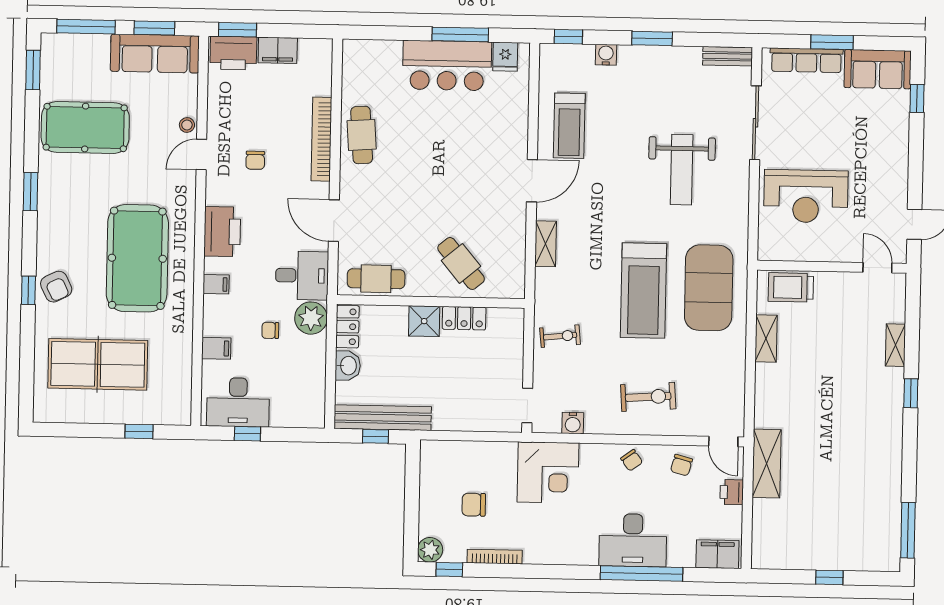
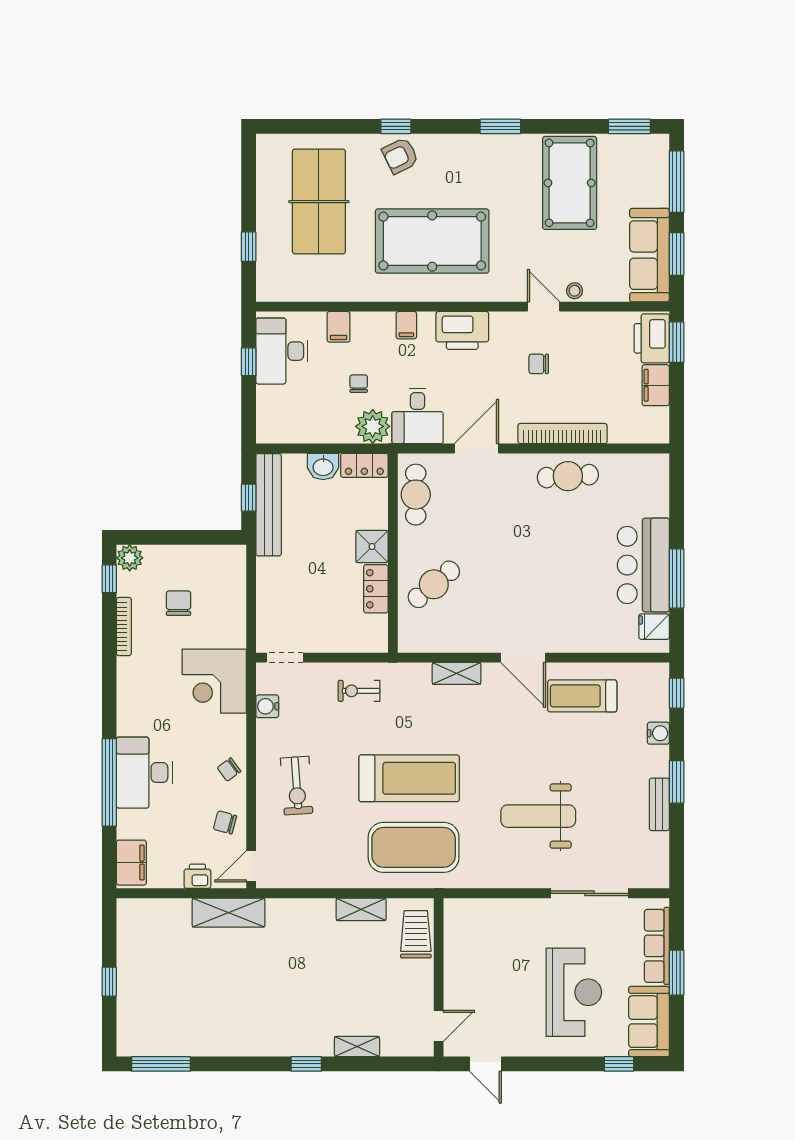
bench: (728, 56) -> (659, 804), moved
reception desk: (806, 196) -> (574, 992), moved, turned 180
treadmill: (644, 291) -> (409, 778), turned 180
exercise bike: (560, 336) -> (359, 691), turned 96

